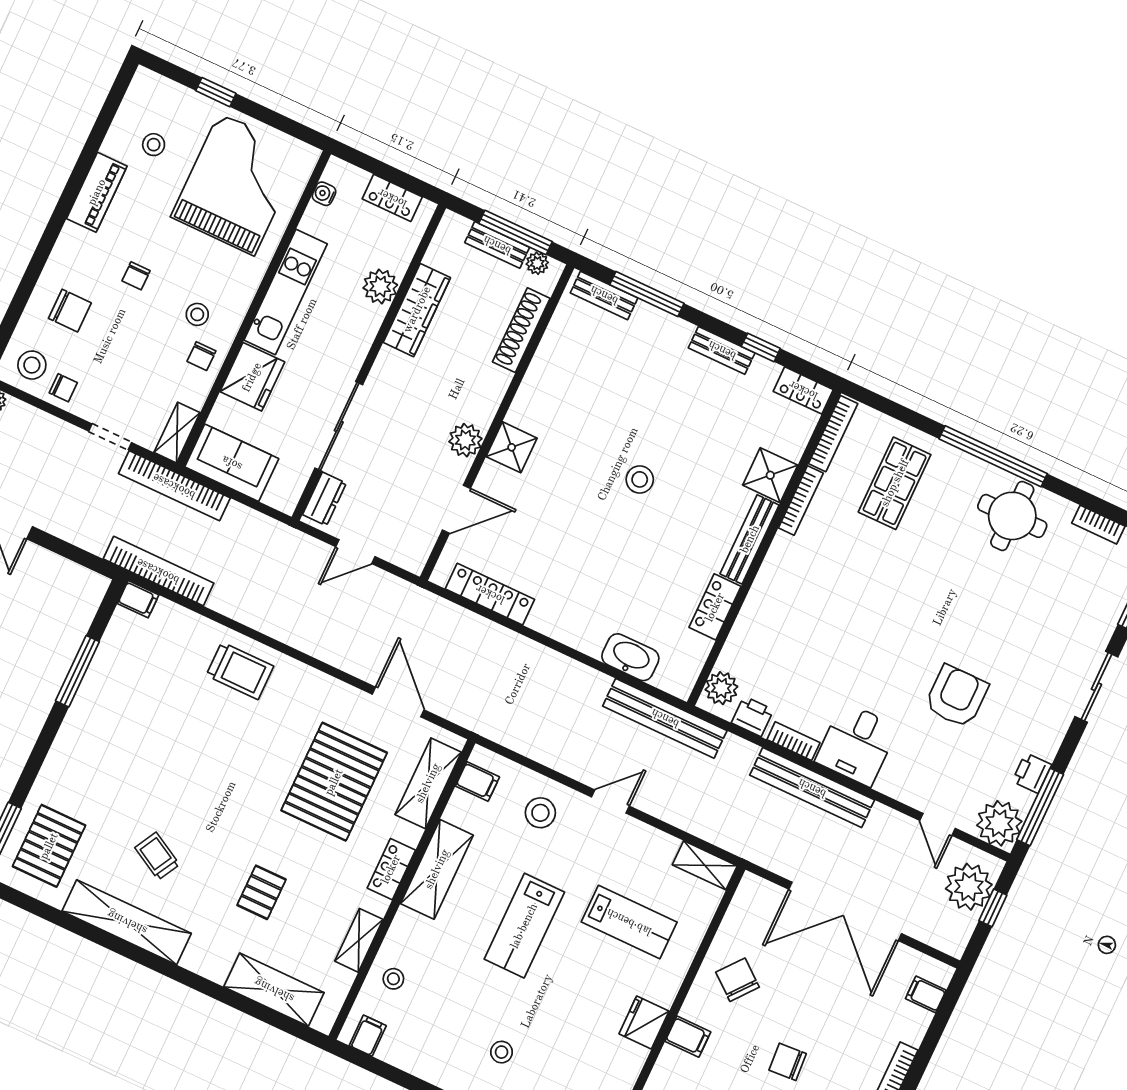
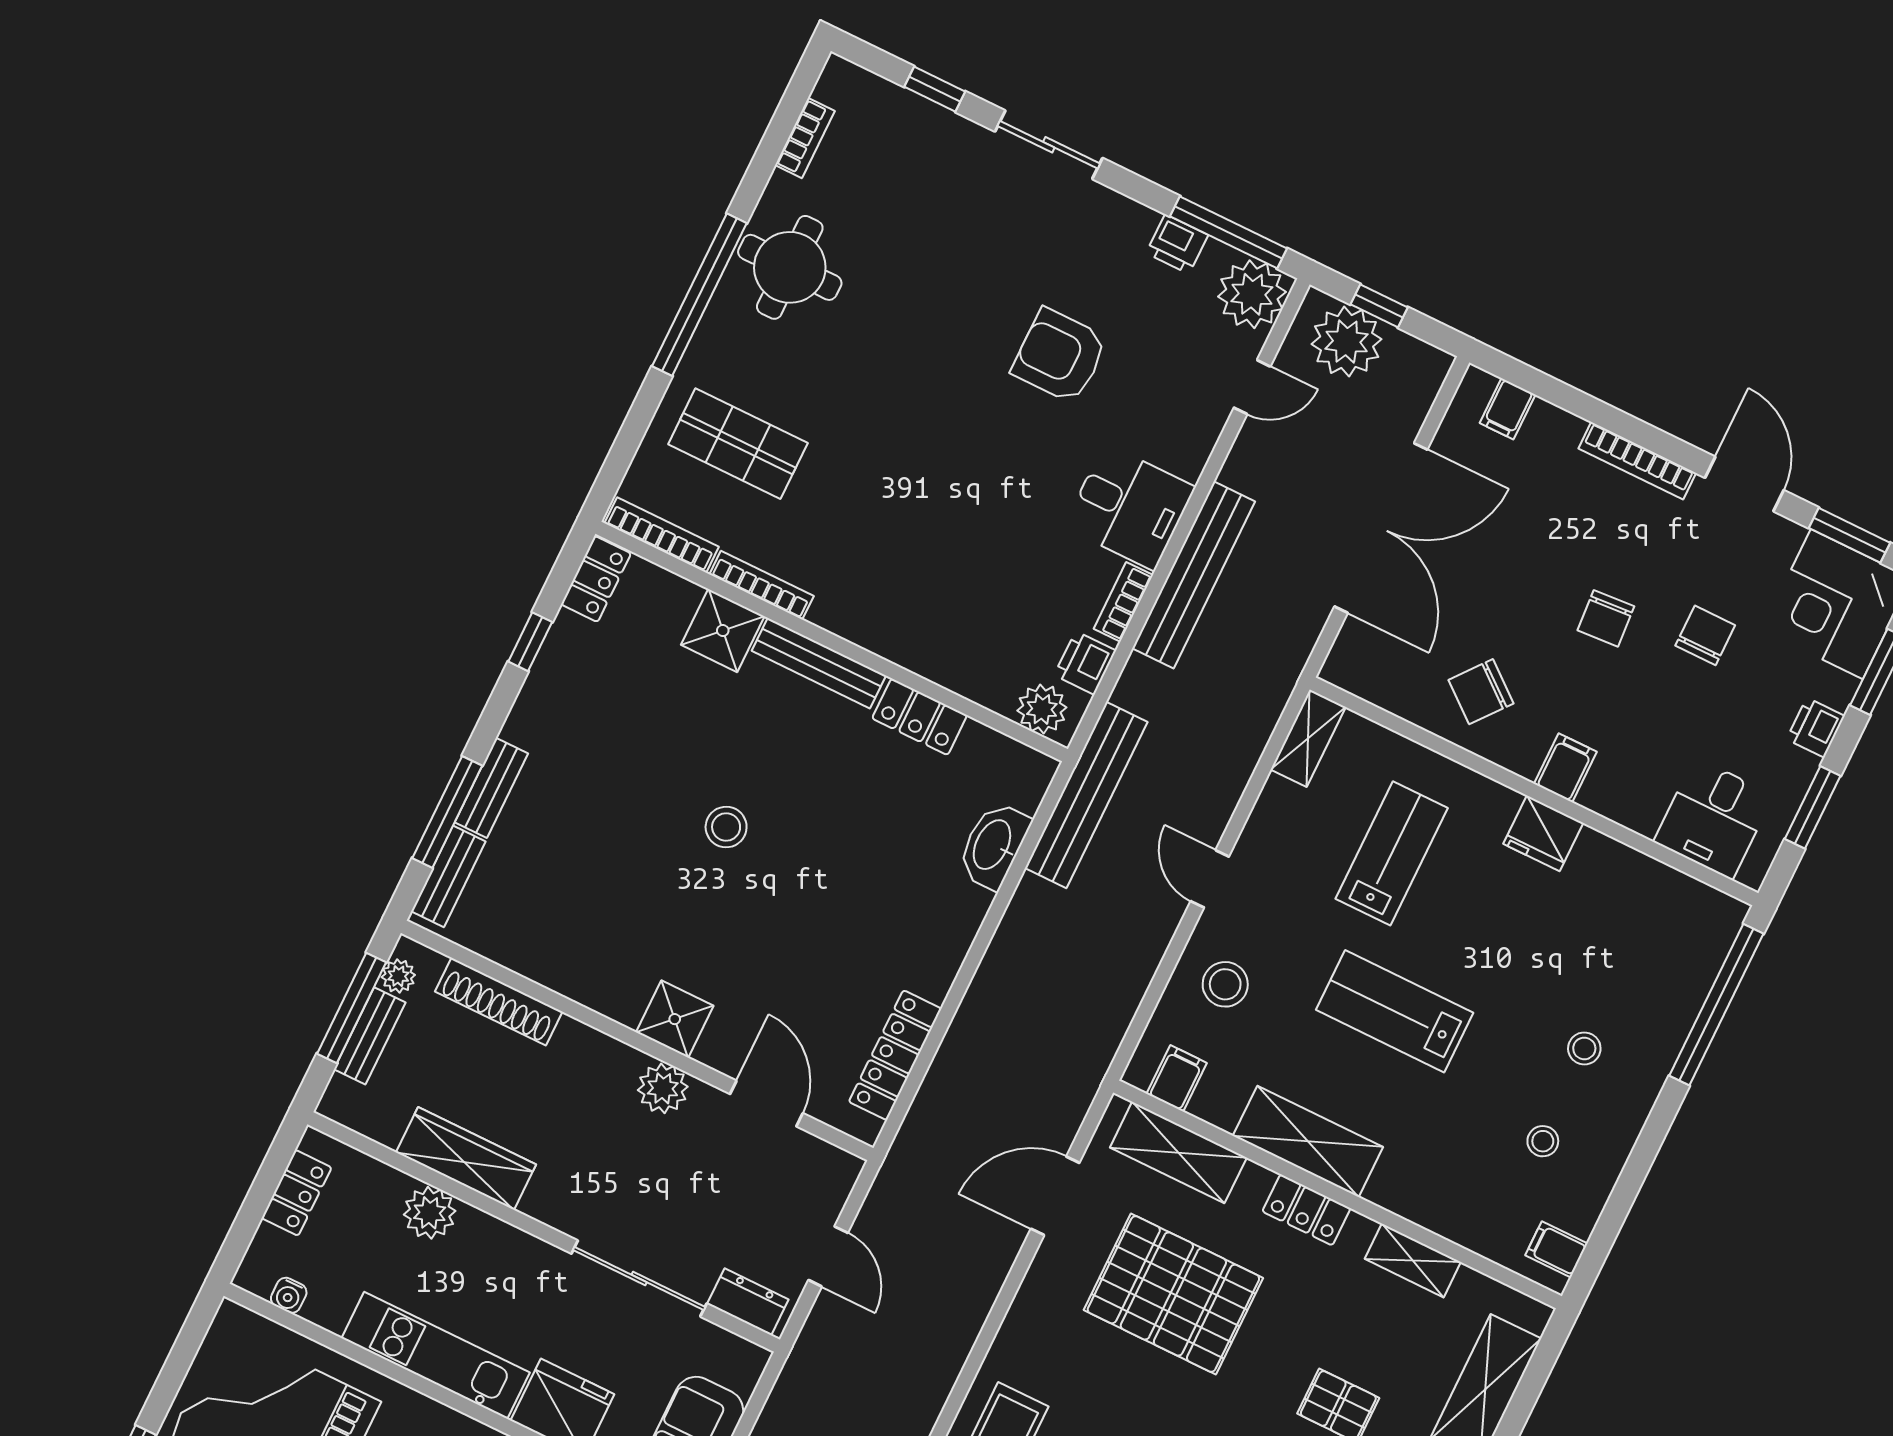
bench: (722, 350) -> (491, 788), moved
lab bench: (524, 926) -> (1395, 1011), turned 180
stool: (393, 979) -> (1543, 1141), moved

